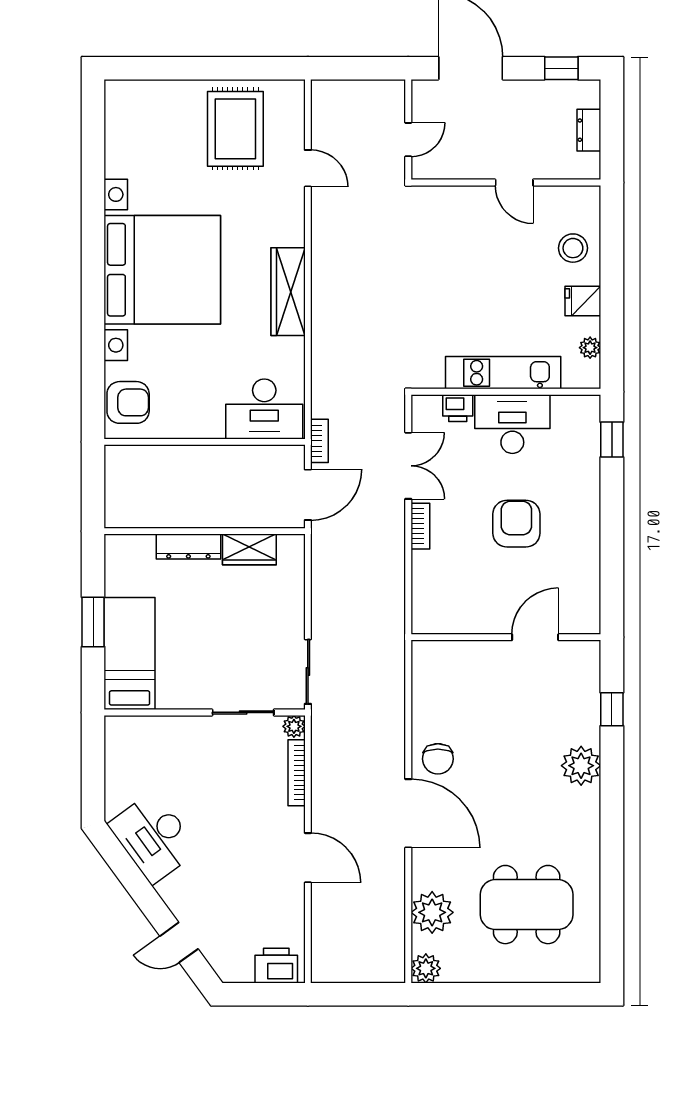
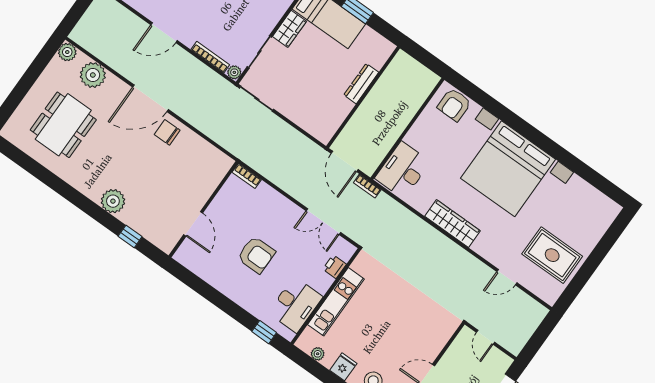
desk: (512, 424) -> (295, 305), moved
bookcase: (420, 526) -> (247, 176), moved
wardrobe: (249, 549) -> (289, 29), moved, turned 180

